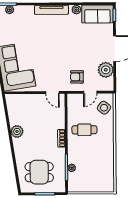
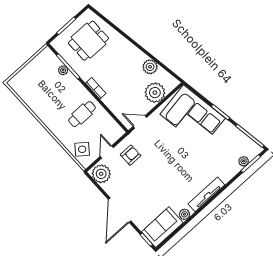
plant: (106, 70) -> (101, 174), moved
plant: (27, 102) -> (155, 93), added
plant: (17, 131) -> (150, 67), moved

